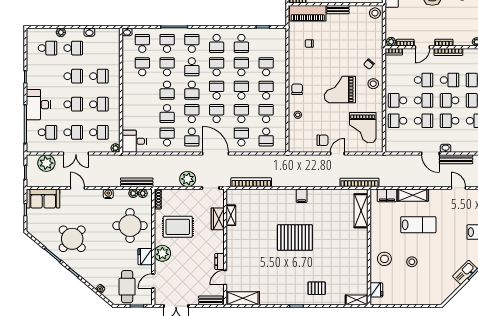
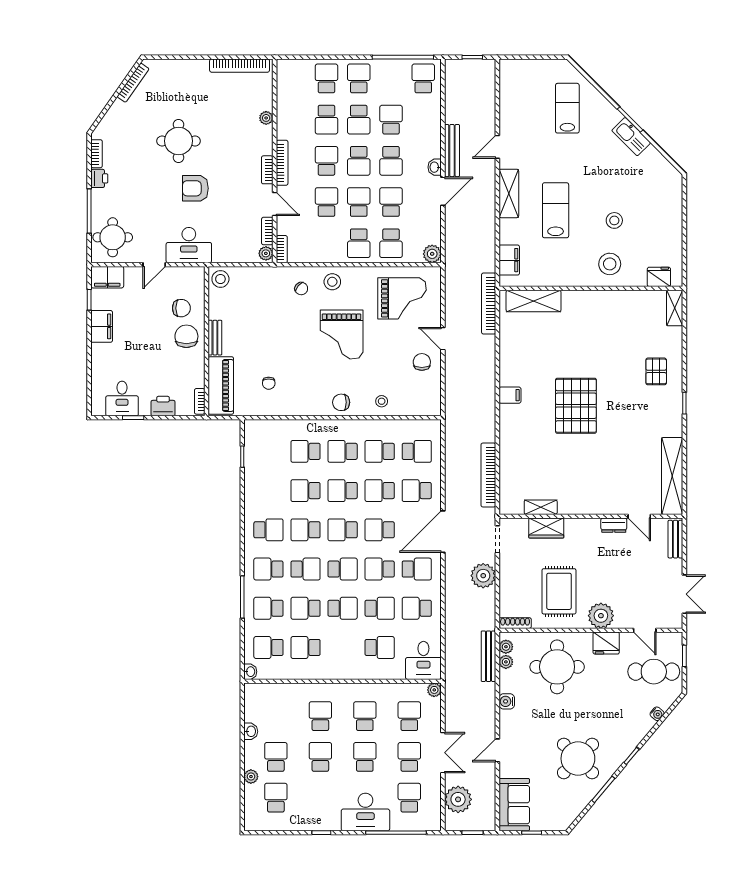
school desk: (241, 43) -> (380, 647), moved
plant: (391, 147) -> (432, 254), added
shelving: (413, 195) -> (509, 193), moved
shelving: (243, 298) -> (672, 476), width x1.47

